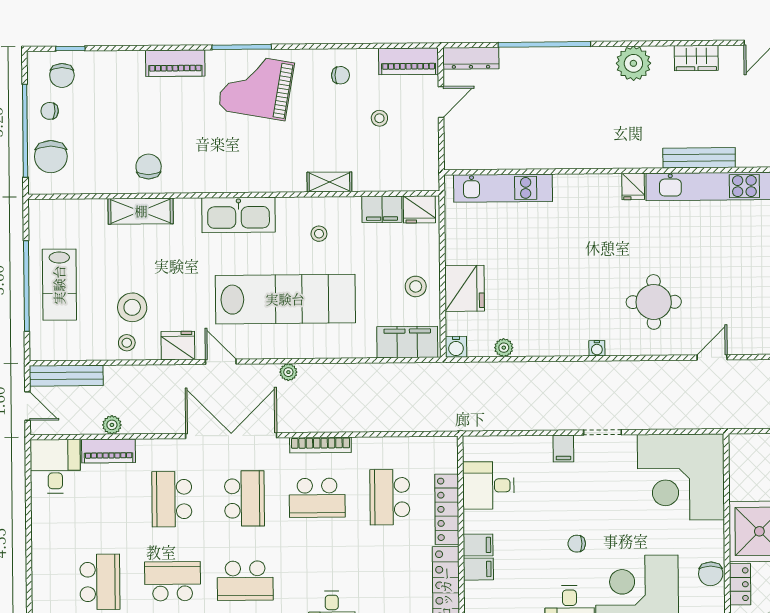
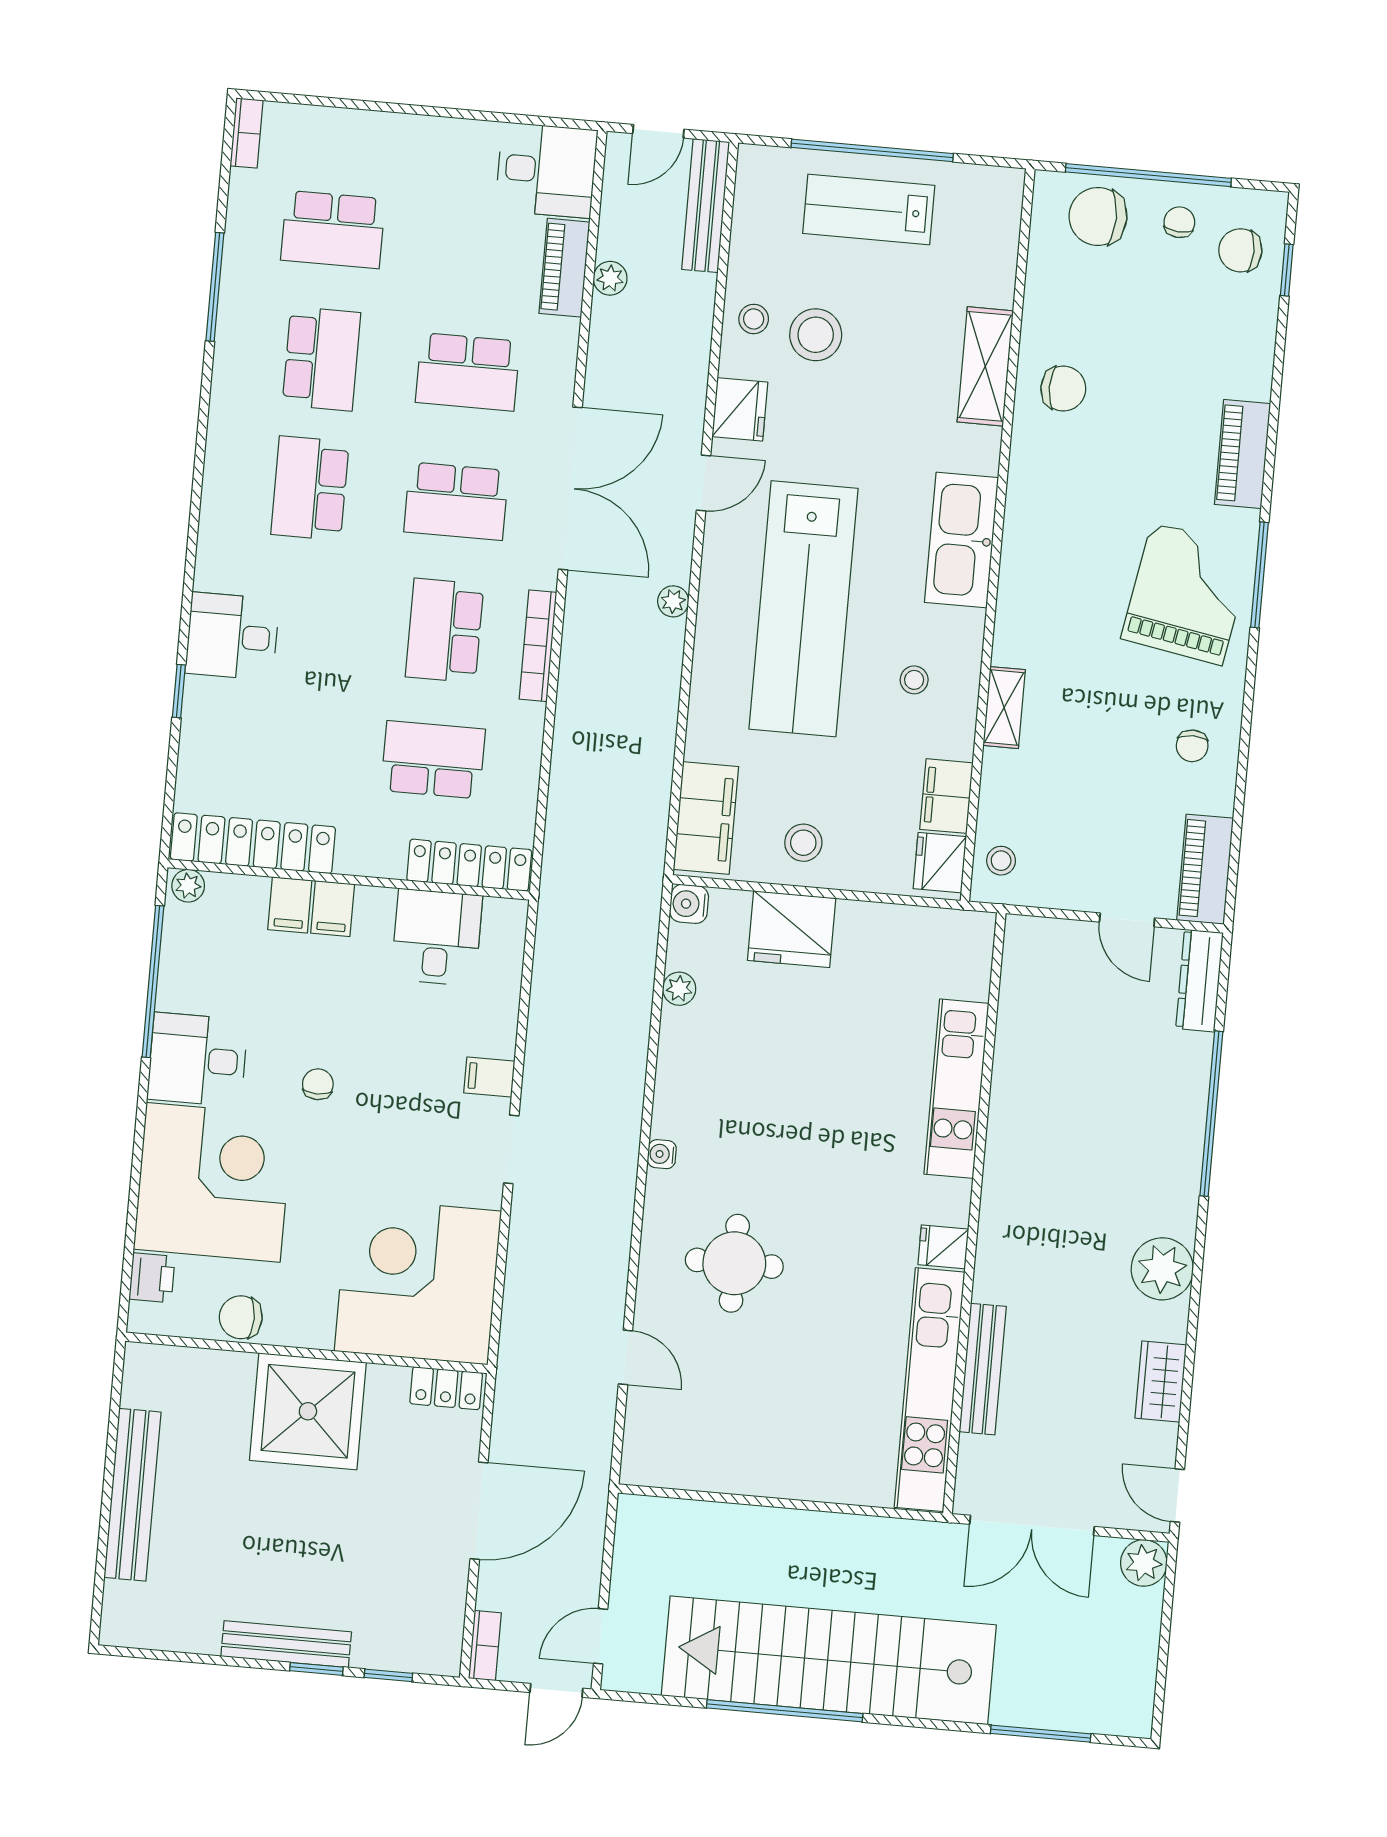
stool: (379, 118) -> (1001, 861), moved
kitchen unit: (503, 188) -> (956, 1089), moved
school desk: (172, 499) -> (468, 372), turned 180
locker: (447, 509) -> (469, 865), moved
locker: (740, 584) -> (446, 1388), moved

